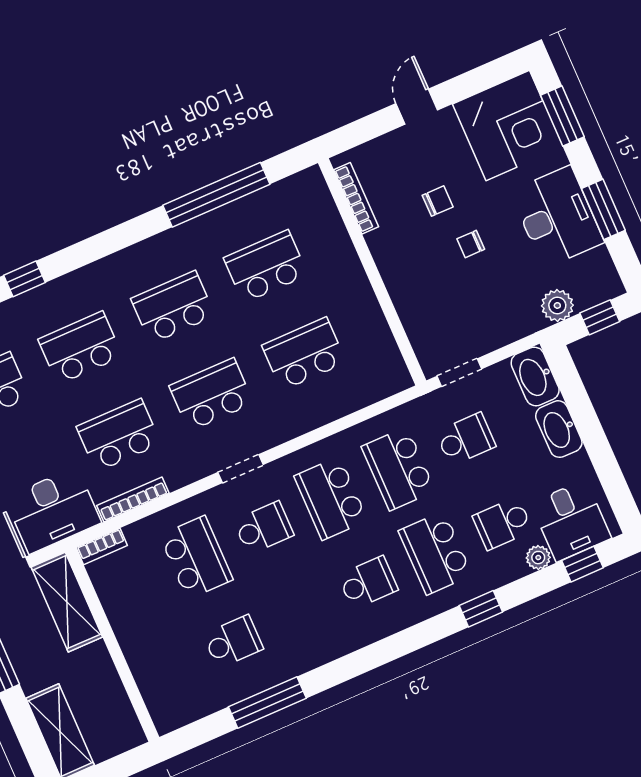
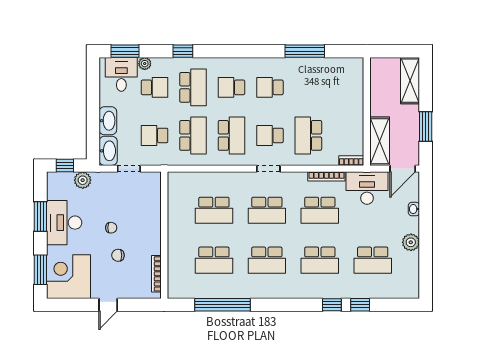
doorway: (459, 373) -> (129, 169), moved
window: (583, 564) -> (125, 51), width x1.50
school desk: (233, 642) -> (270, 87), moved

